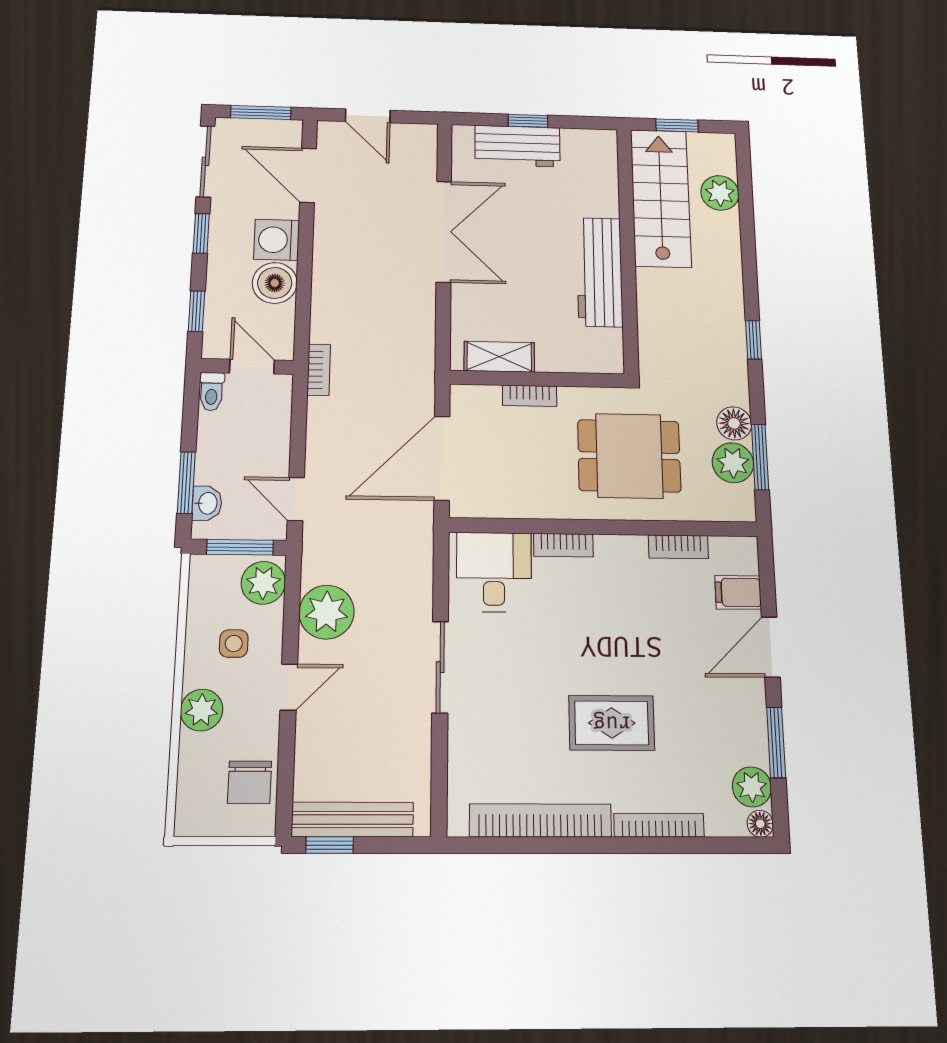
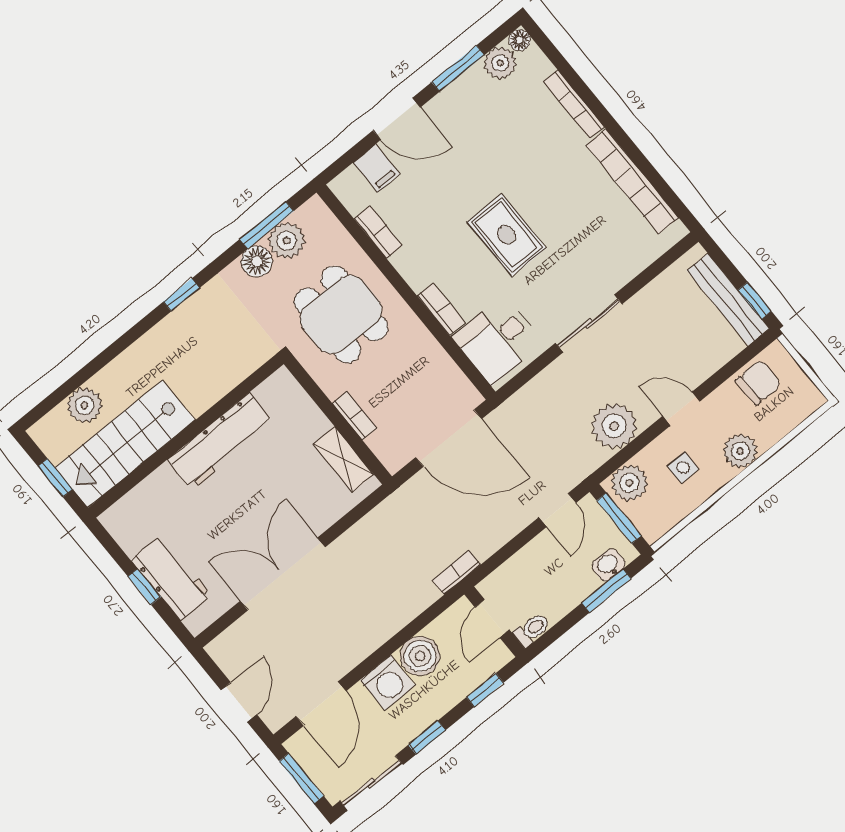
rug: (612, 723) -> (507, 235), moved

